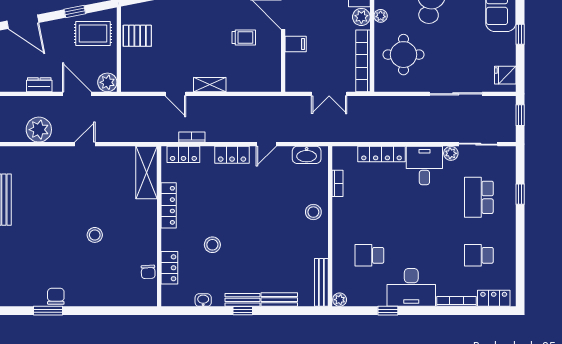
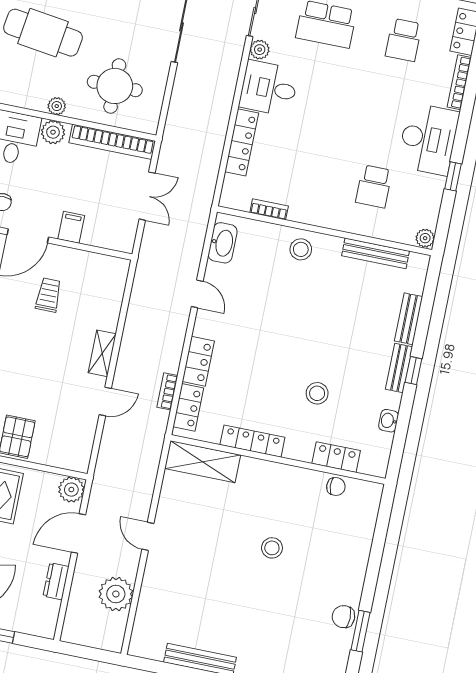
locker: (232, 155) -> (198, 361), moved
bench: (321, 282) -> (376, 253), moved

